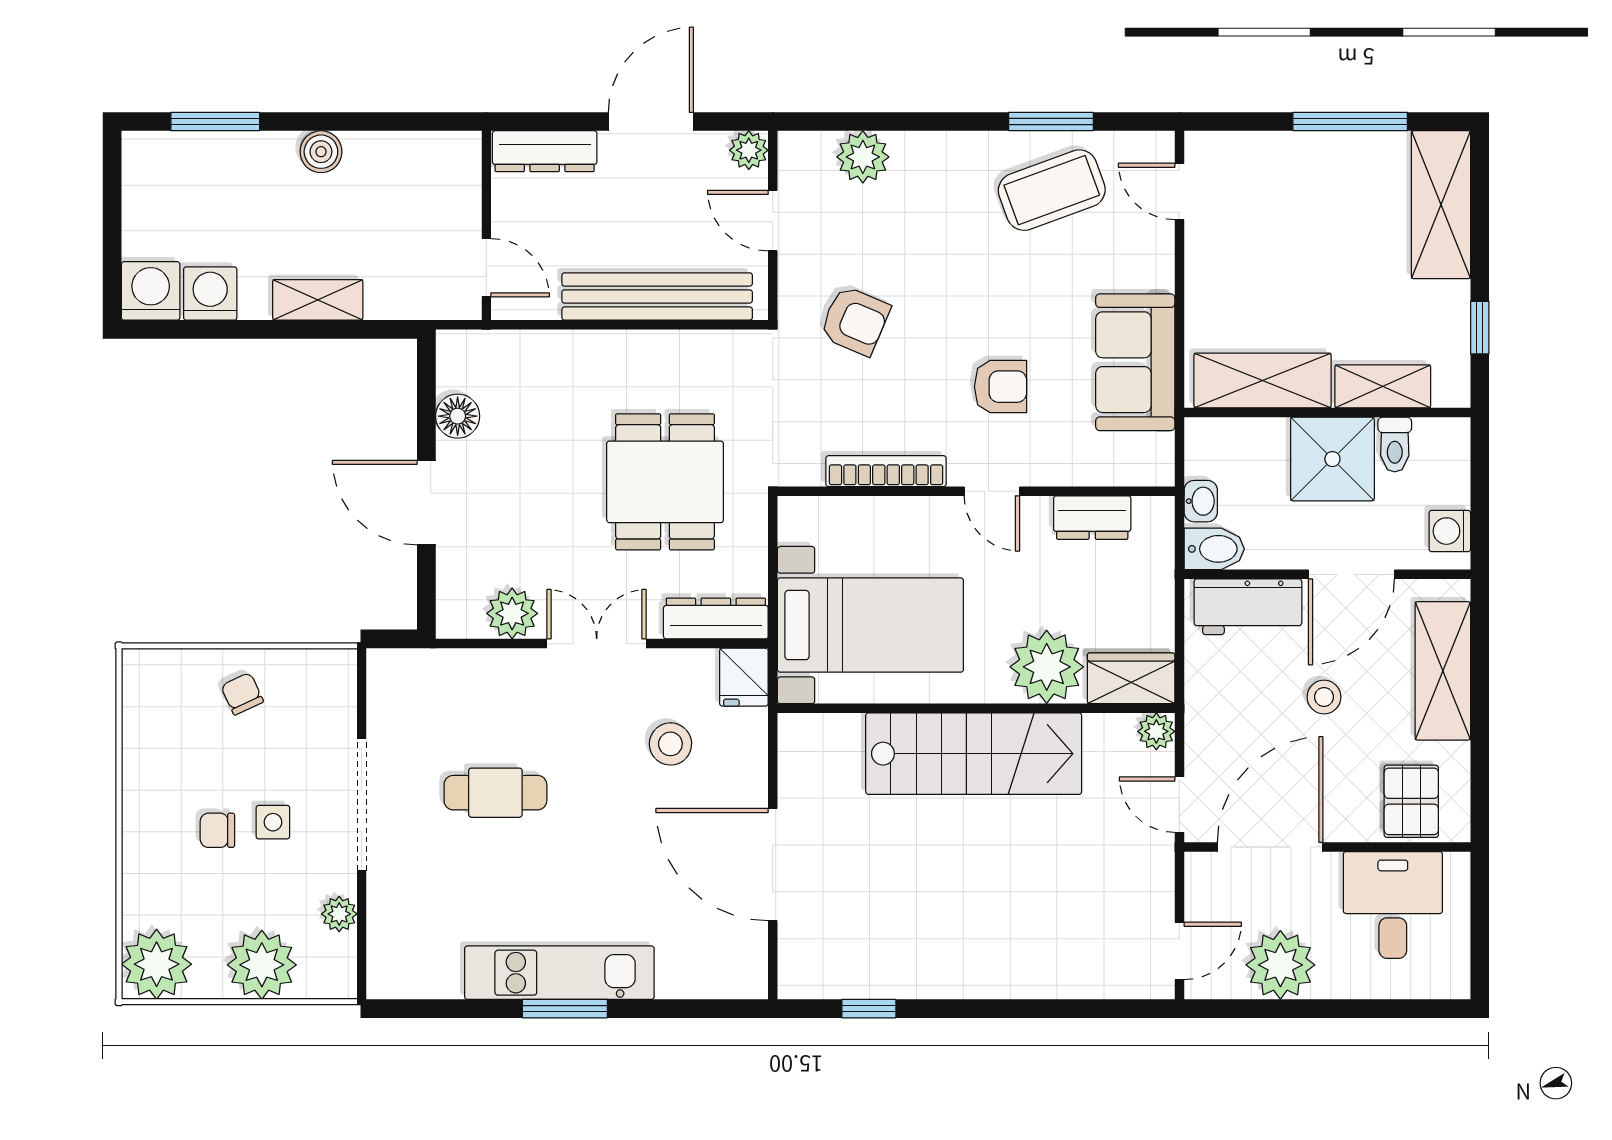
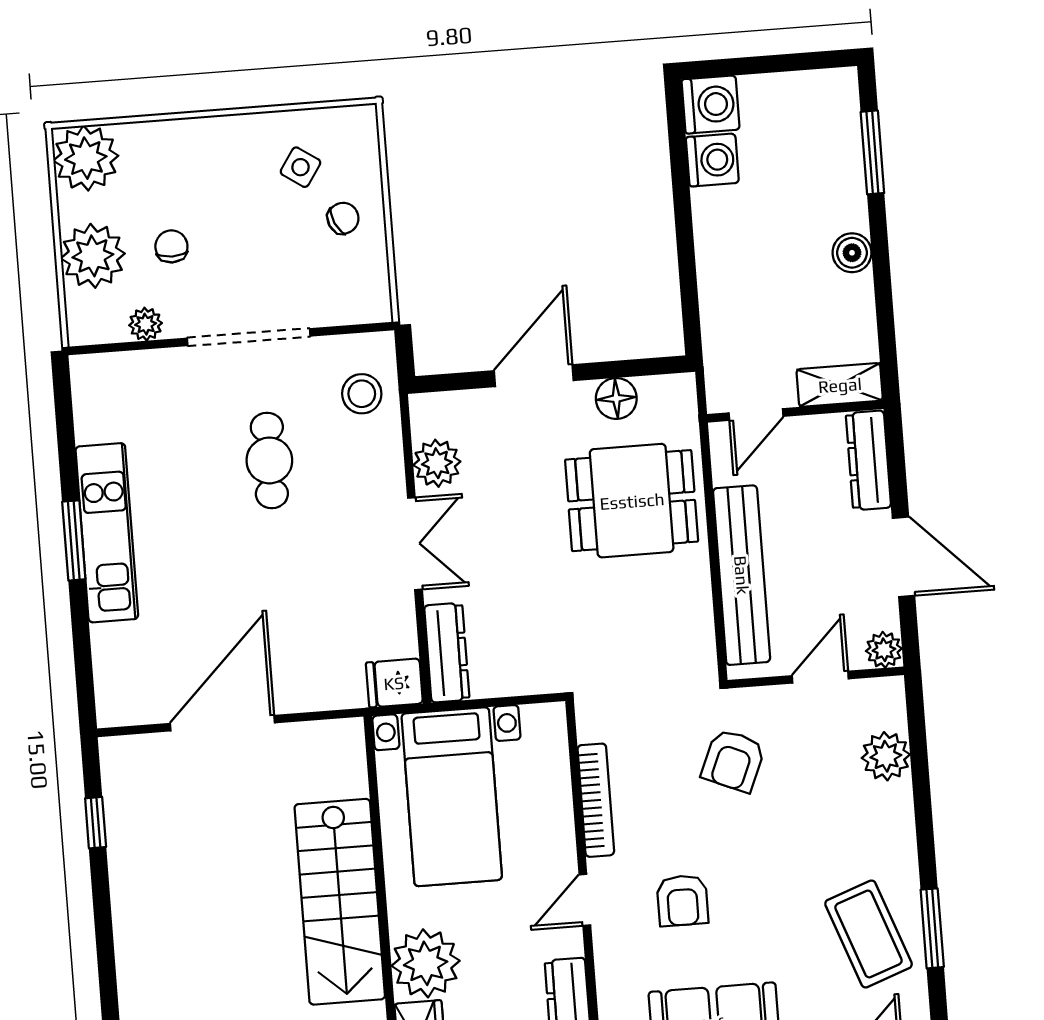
shelving: (318, 300) -> (840, 385), moved, turned 90
dining table: (665, 482) -> (632, 501), moved
stool: (670, 744) -> (362, 394), moved
side table: (273, 822) -> (300, 167), moved, turned 34
chair: (217, 830) -> (171, 246), moved

